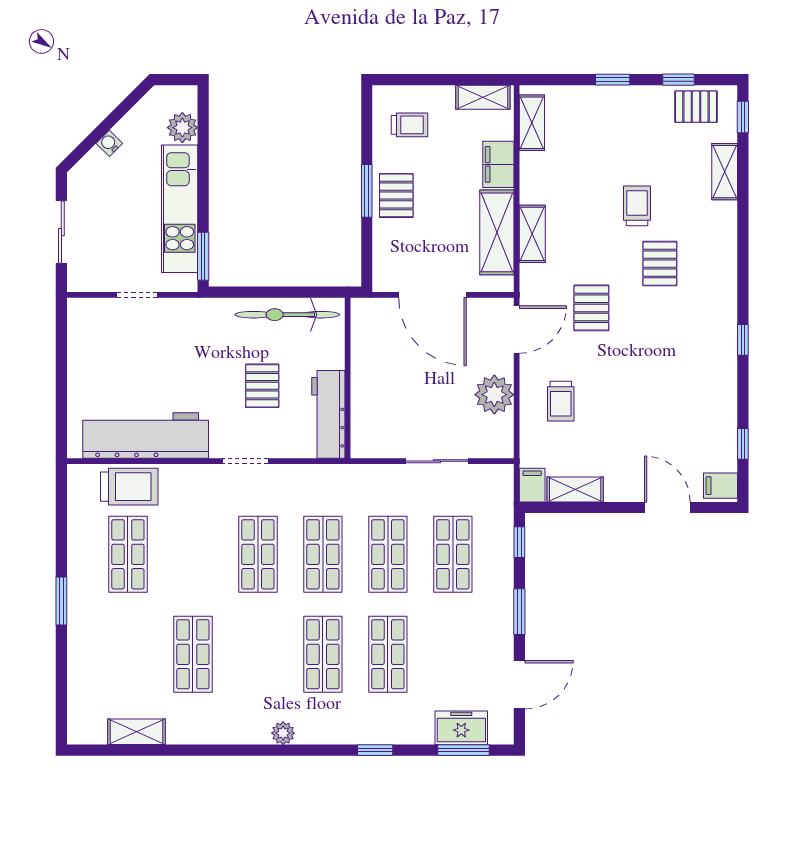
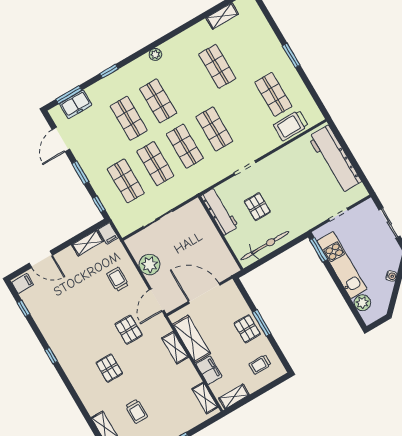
trolley: (637, 206) -> (136, 411), moved
workbench: (146, 436) -> (335, 159), moved, turned 90

